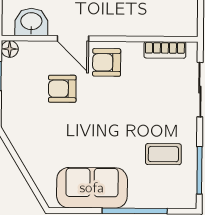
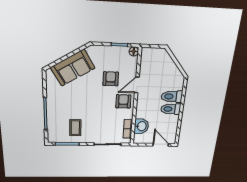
washbasin: (31, 22) -> (141, 126), moved
sofa: (92, 188) -> (73, 68), moved, turned 59

